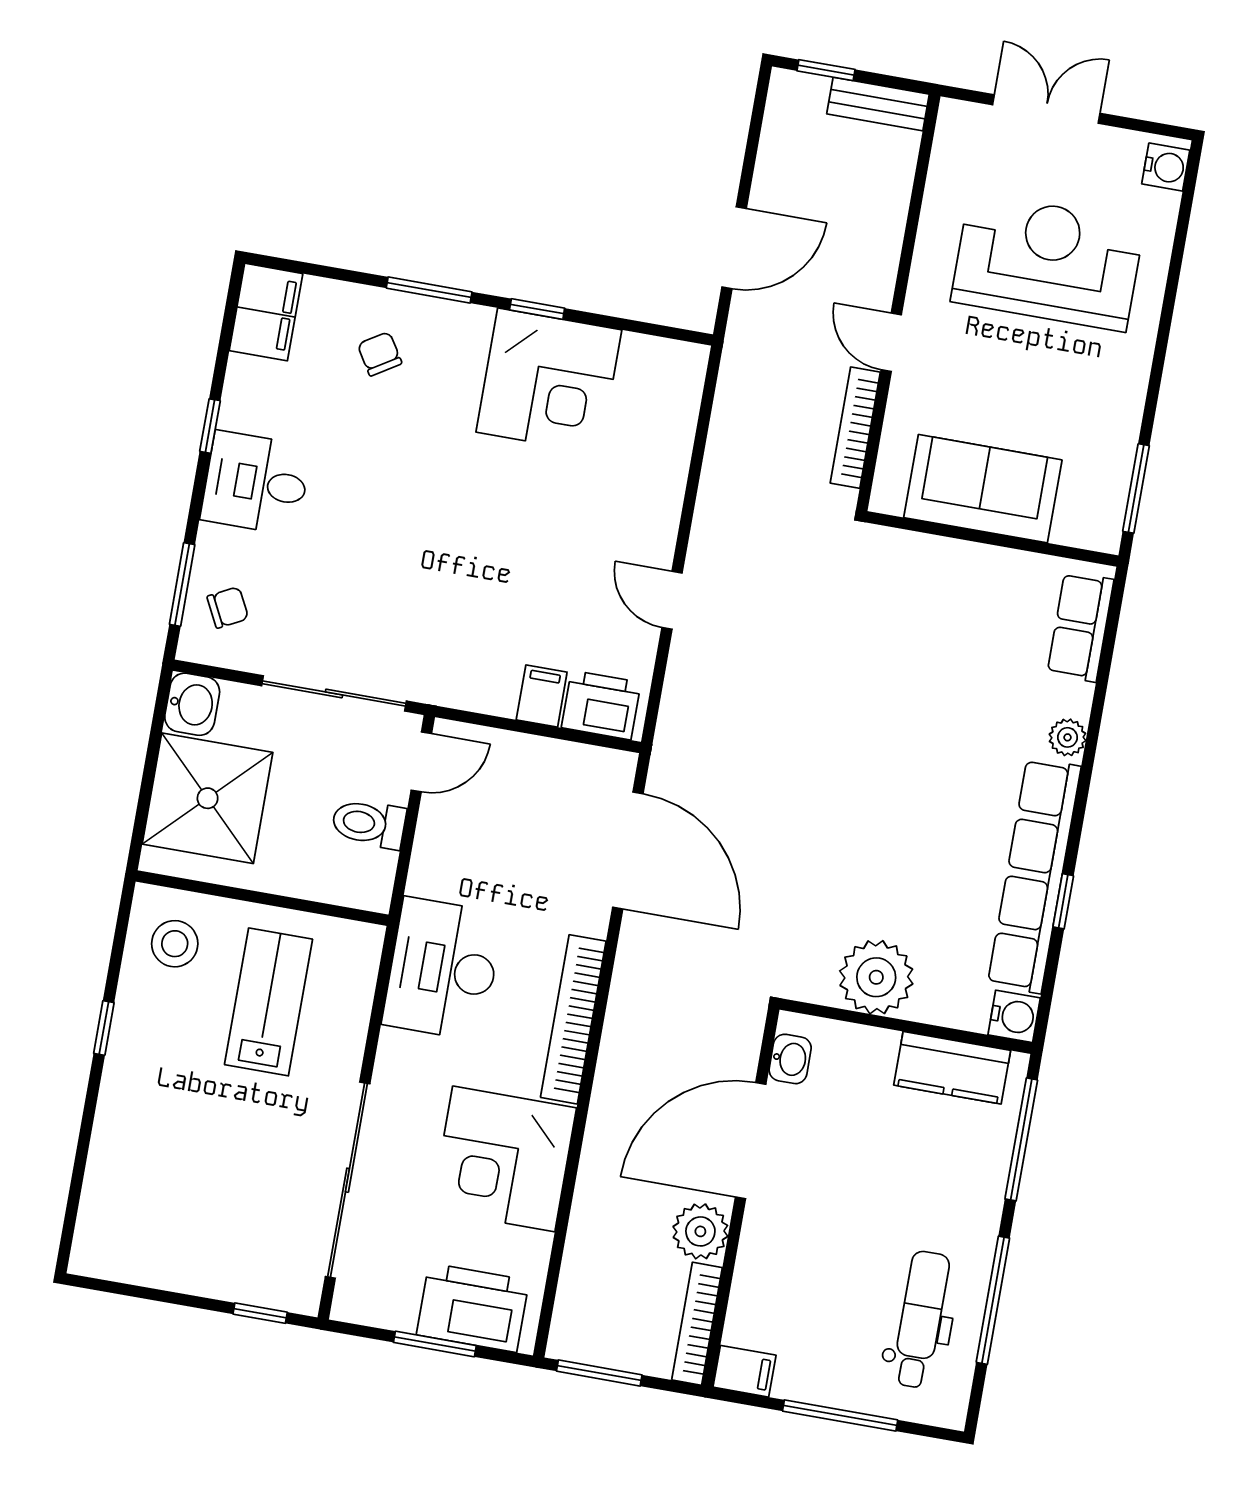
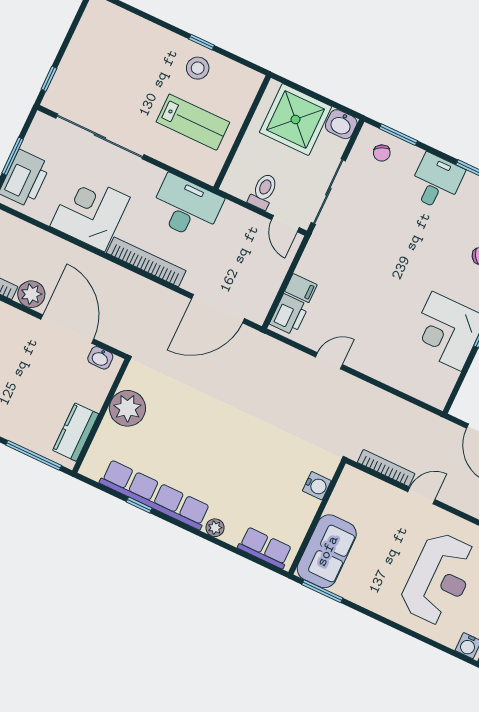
sofa: (983, 489) -> (327, 551), moved
stool: (175, 944) -> (198, 68), moved
water cooler: (1014, 1016) -> (317, 486), moved, turned -90

